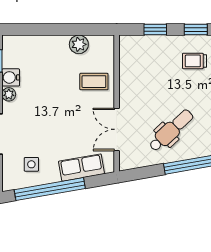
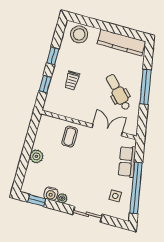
plant: (79, 44) -> (36, 156), moved
trolley: (195, 61) -> (72, 81), moved
double door: (117, 129) -> (107, 130), swing flipped

